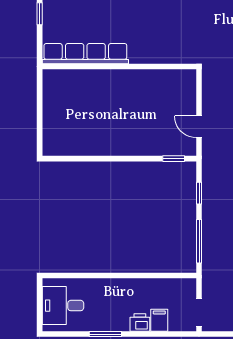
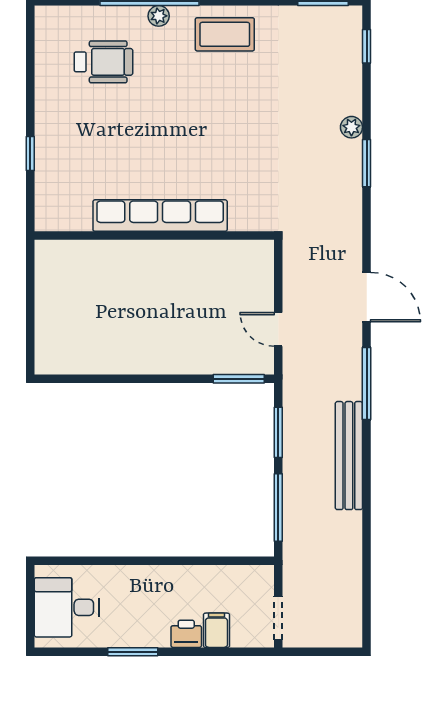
row of seats: (85, 54) -> (160, 216), moved
window: (174, 159) -> (239, 379), width x1.50
window: (199, 193) -> (278, 432), width x1.50

